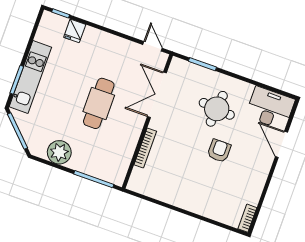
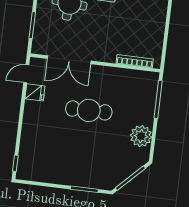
fridge: (75, 31) -> (35, 92), moved
kitchen unit: (30, 77) -> (79, 178), removed
bookcase: (145, 148) -> (135, 61), moved

